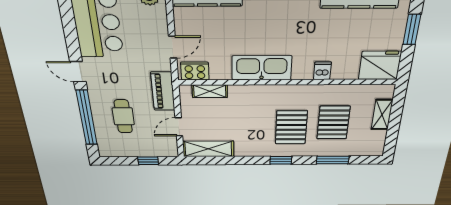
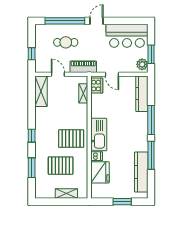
fridge: (380, 65) -> (100, 172), moved
kitchen sink: (262, 68) -> (99, 135), moved
pallet: (291, 127) -> (71, 139), moved

